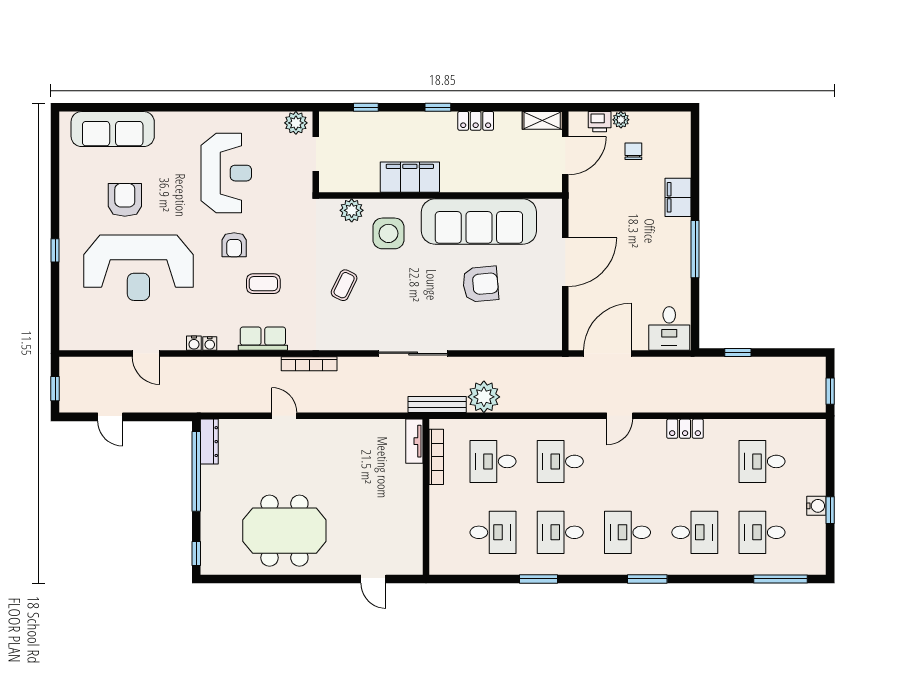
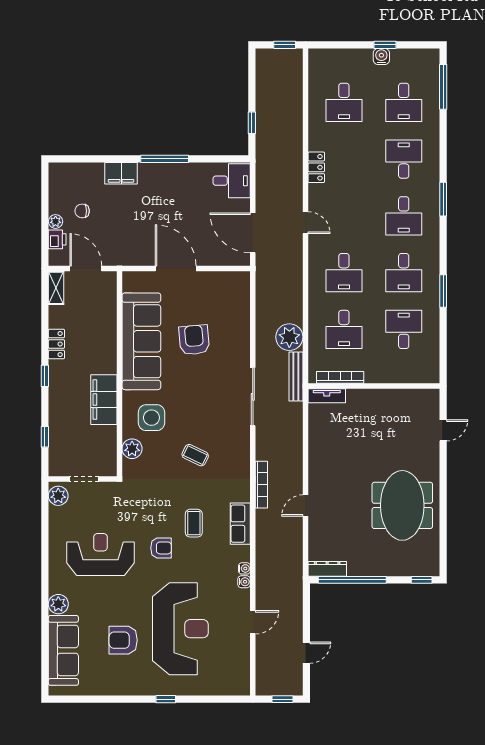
plant: (167, 123) -> (58, 604), added

